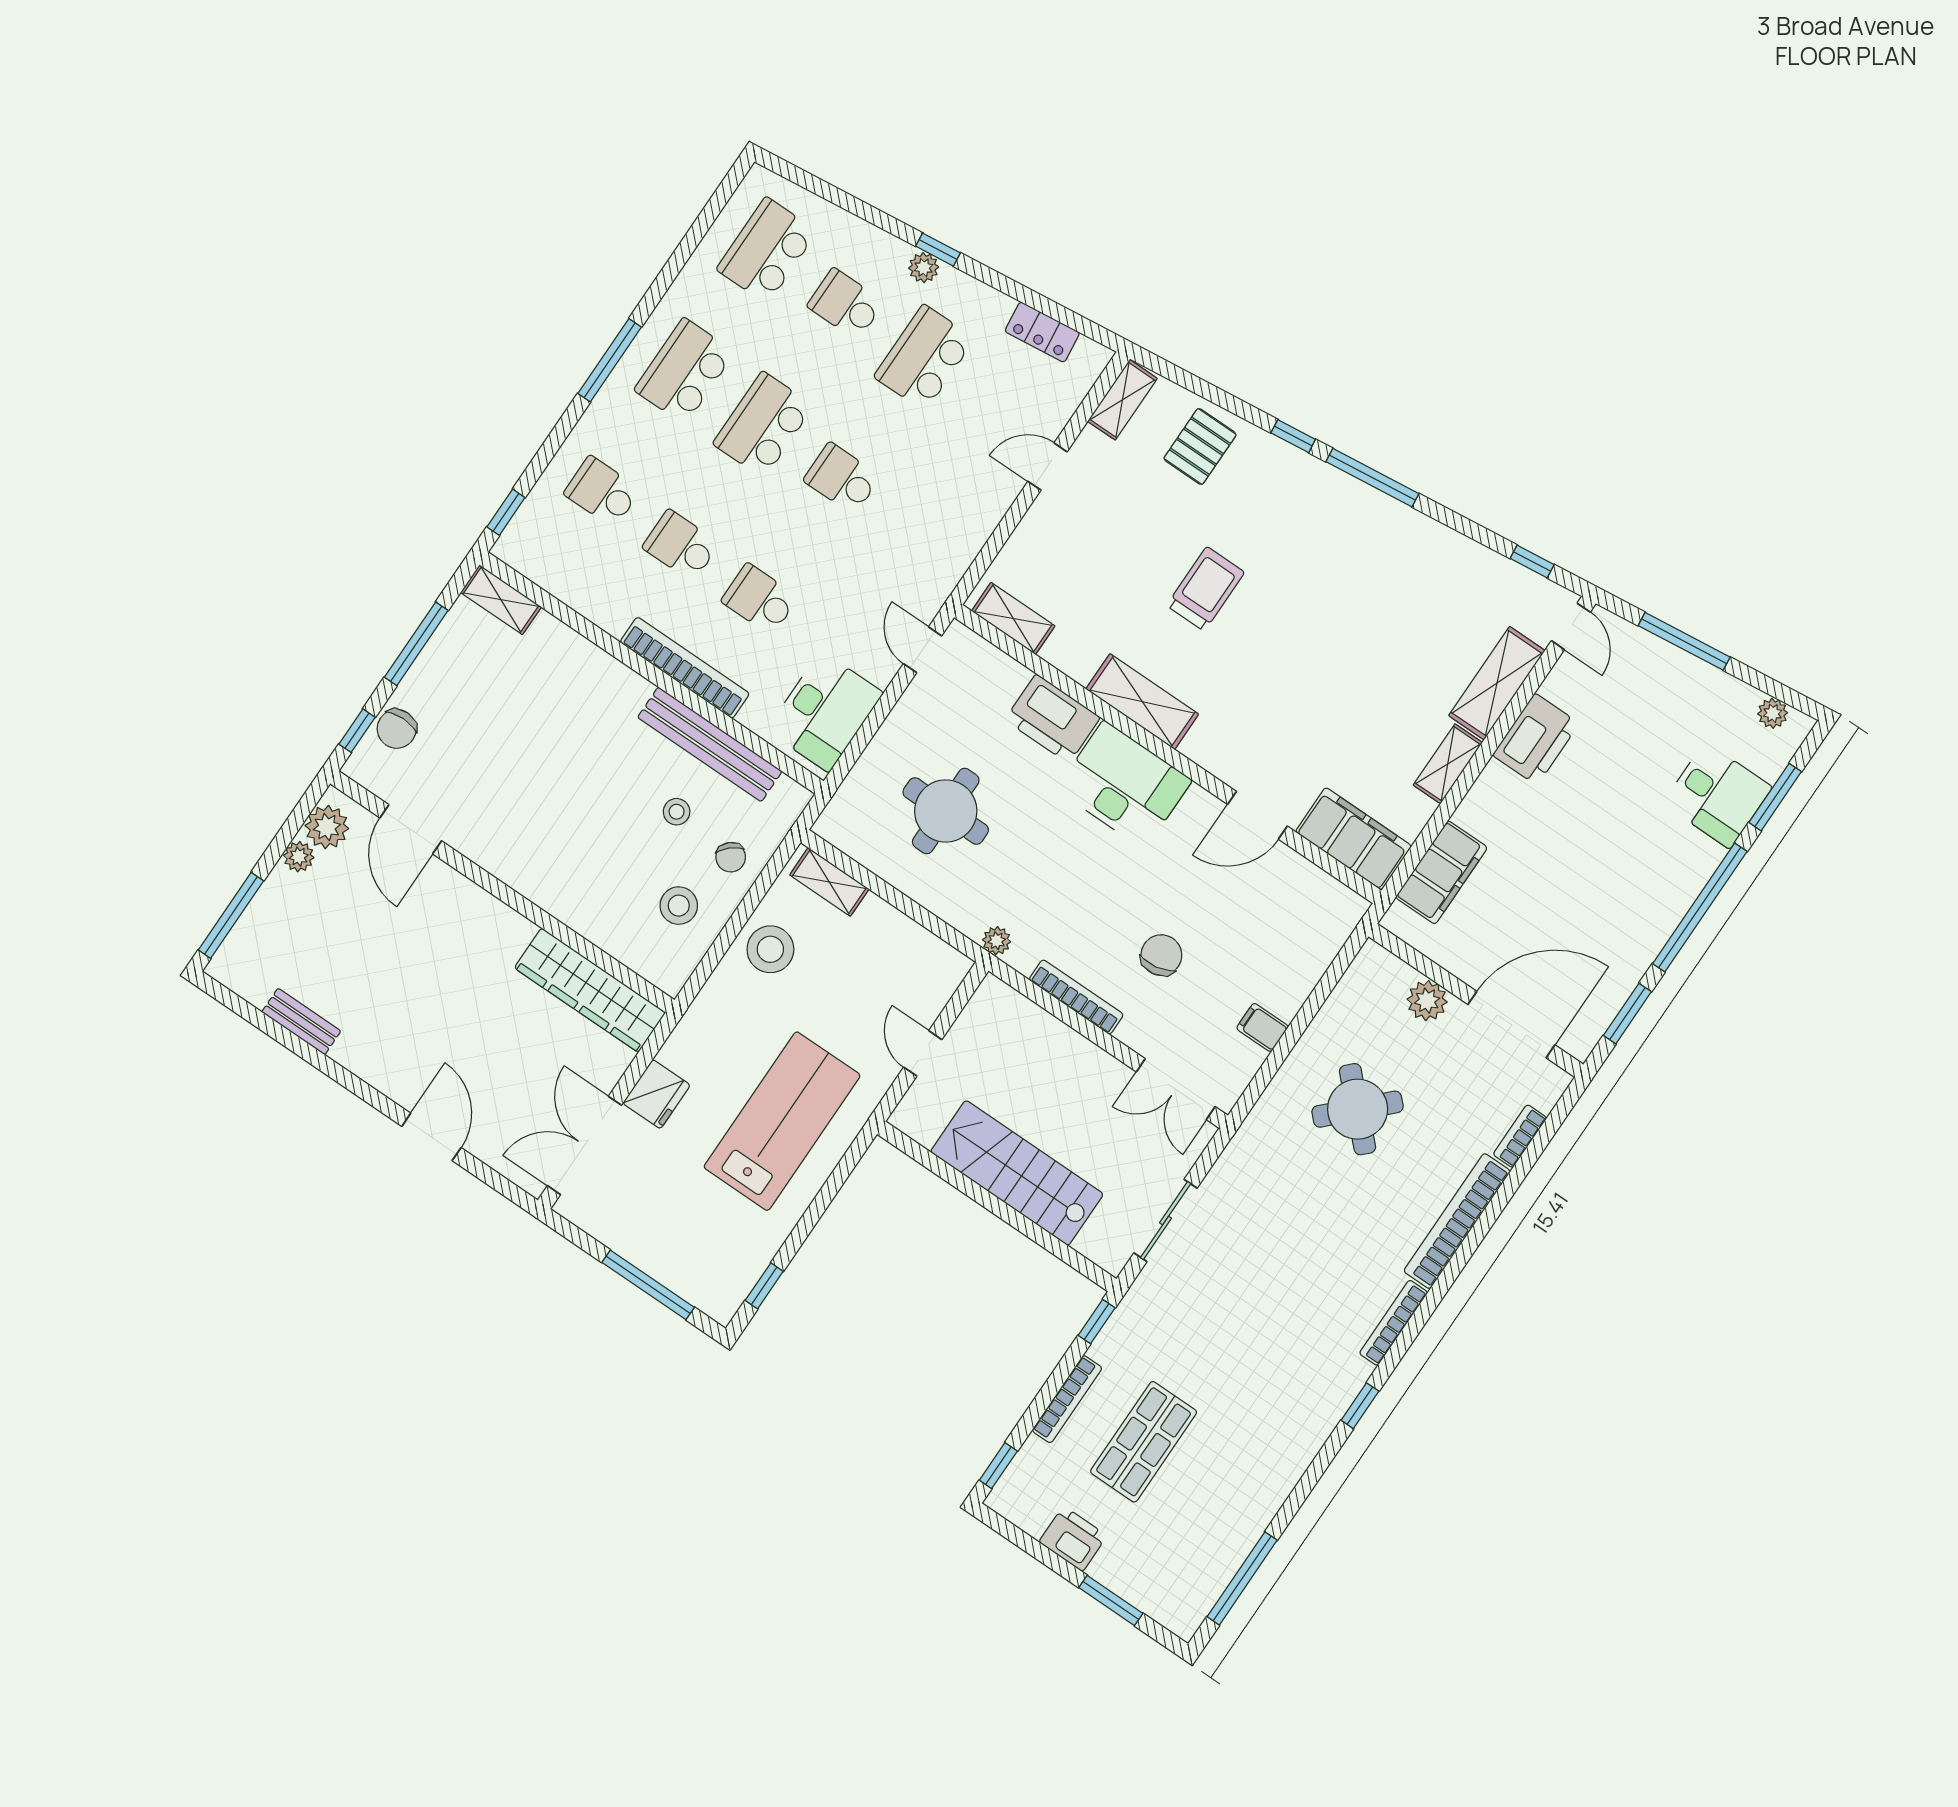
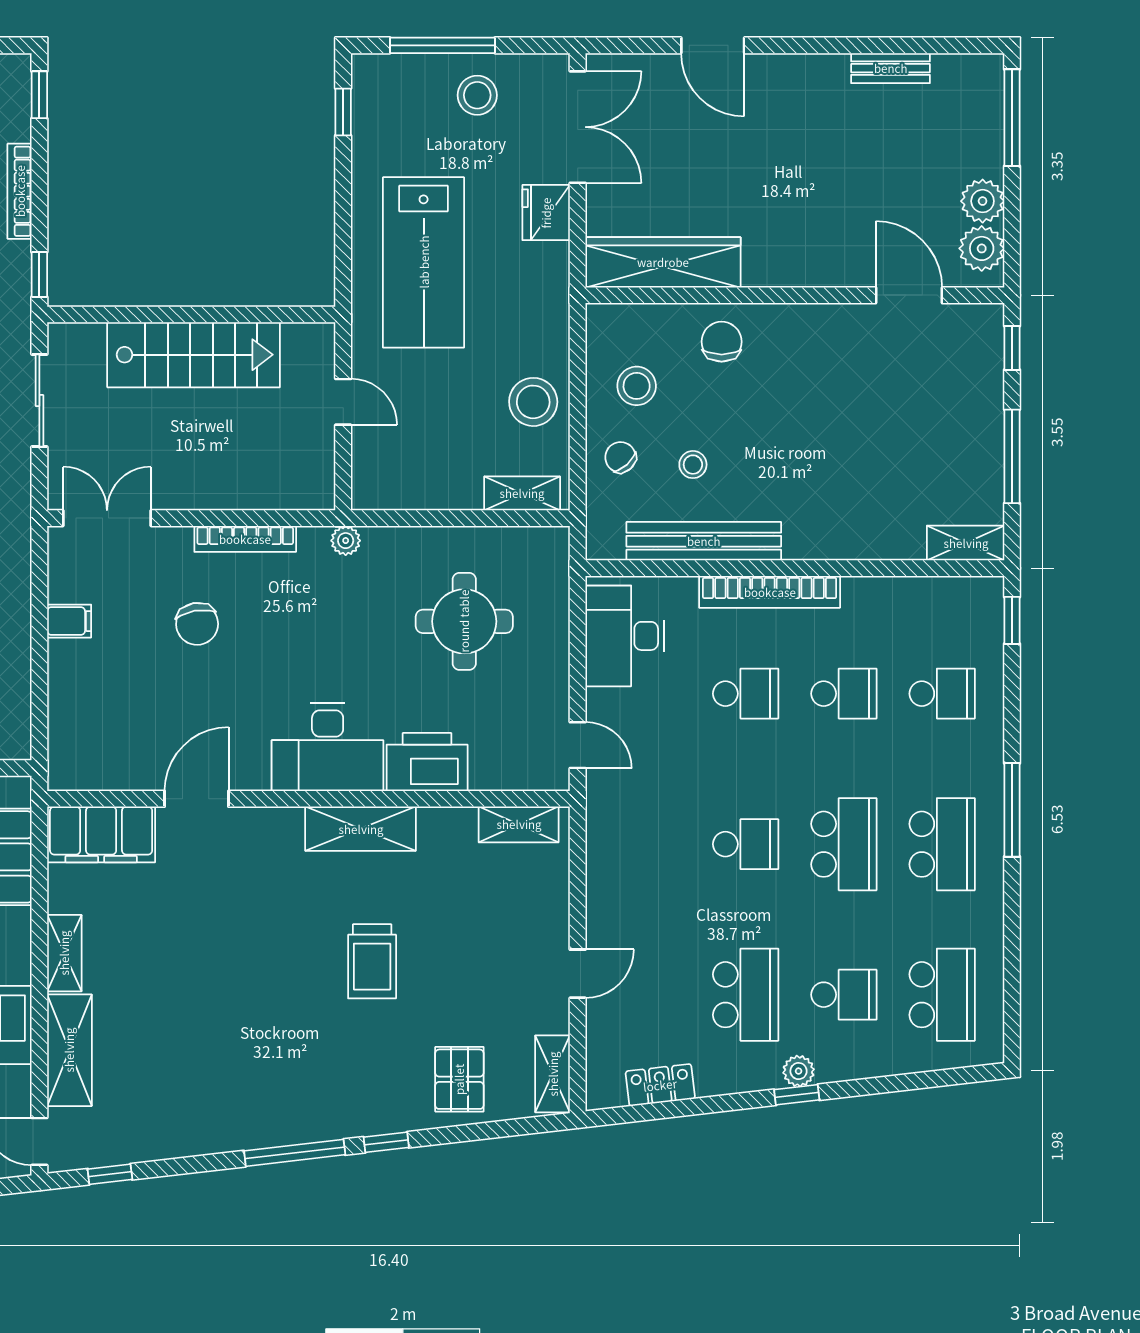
chair: (397, 729) -> (722, 342), moved
plant: (299, 857) -> (983, 201), width x1.38, depth x1.38
stool: (648, 1226) -> (477, 95), added

